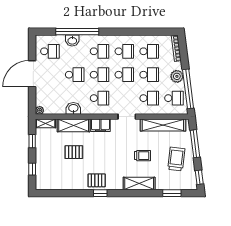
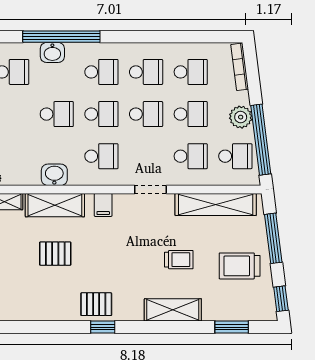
filing cabinet: (100, 125) -> (103, 205), width x0.50
trolley: (176, 159) -> (240, 266), turned -97

